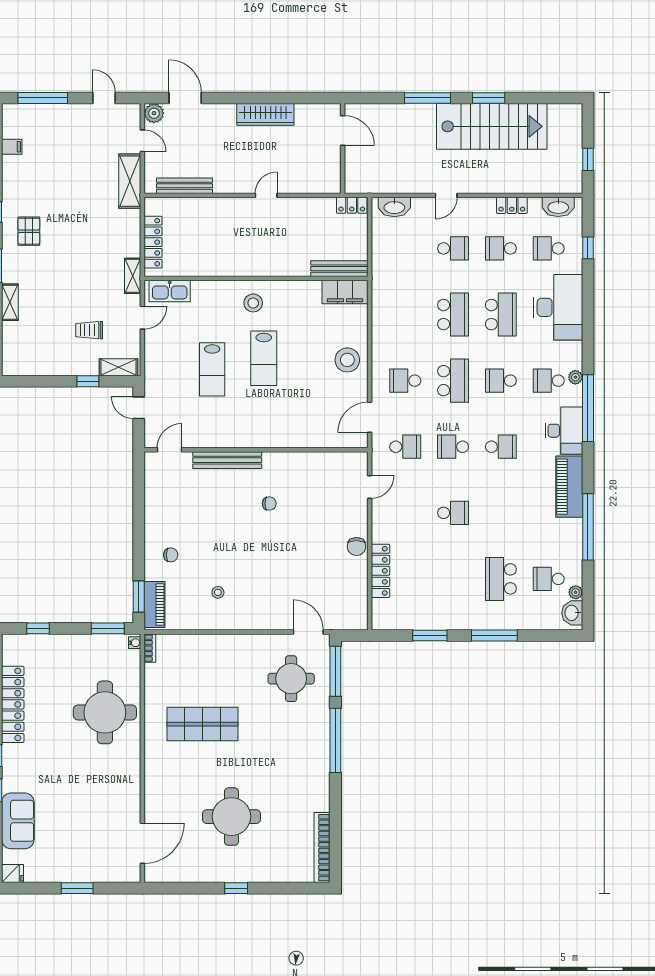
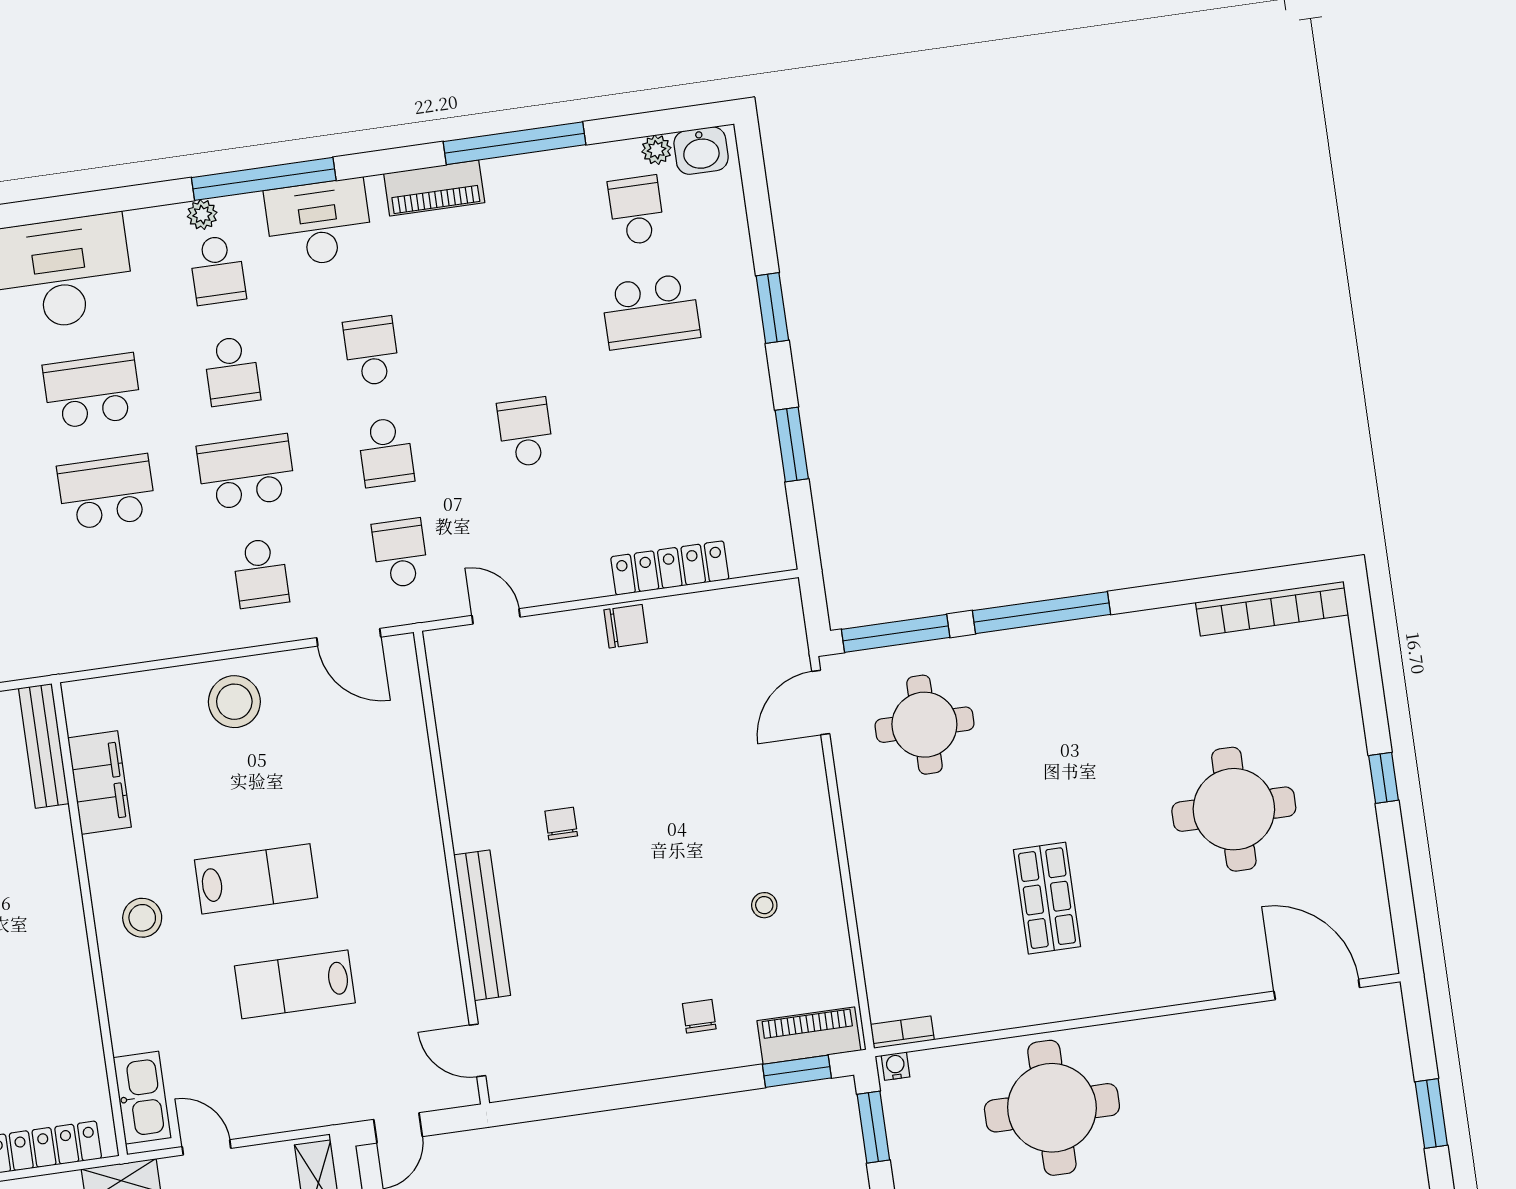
filing cabinet: (345, 292) -> (99, 783), moved
lab bench: (212, 369) -> (295, 984), turned 180
piano: (569, 487) -> (434, 188), width x0.73, depth x0.75
school desk: (549, 579) -> (636, 210), turned 180
window: (494, 636) -> (772, 308), width x0.69
shop shelf: (203, 724) -> (1047, 898), width x0.70, depth x0.74

